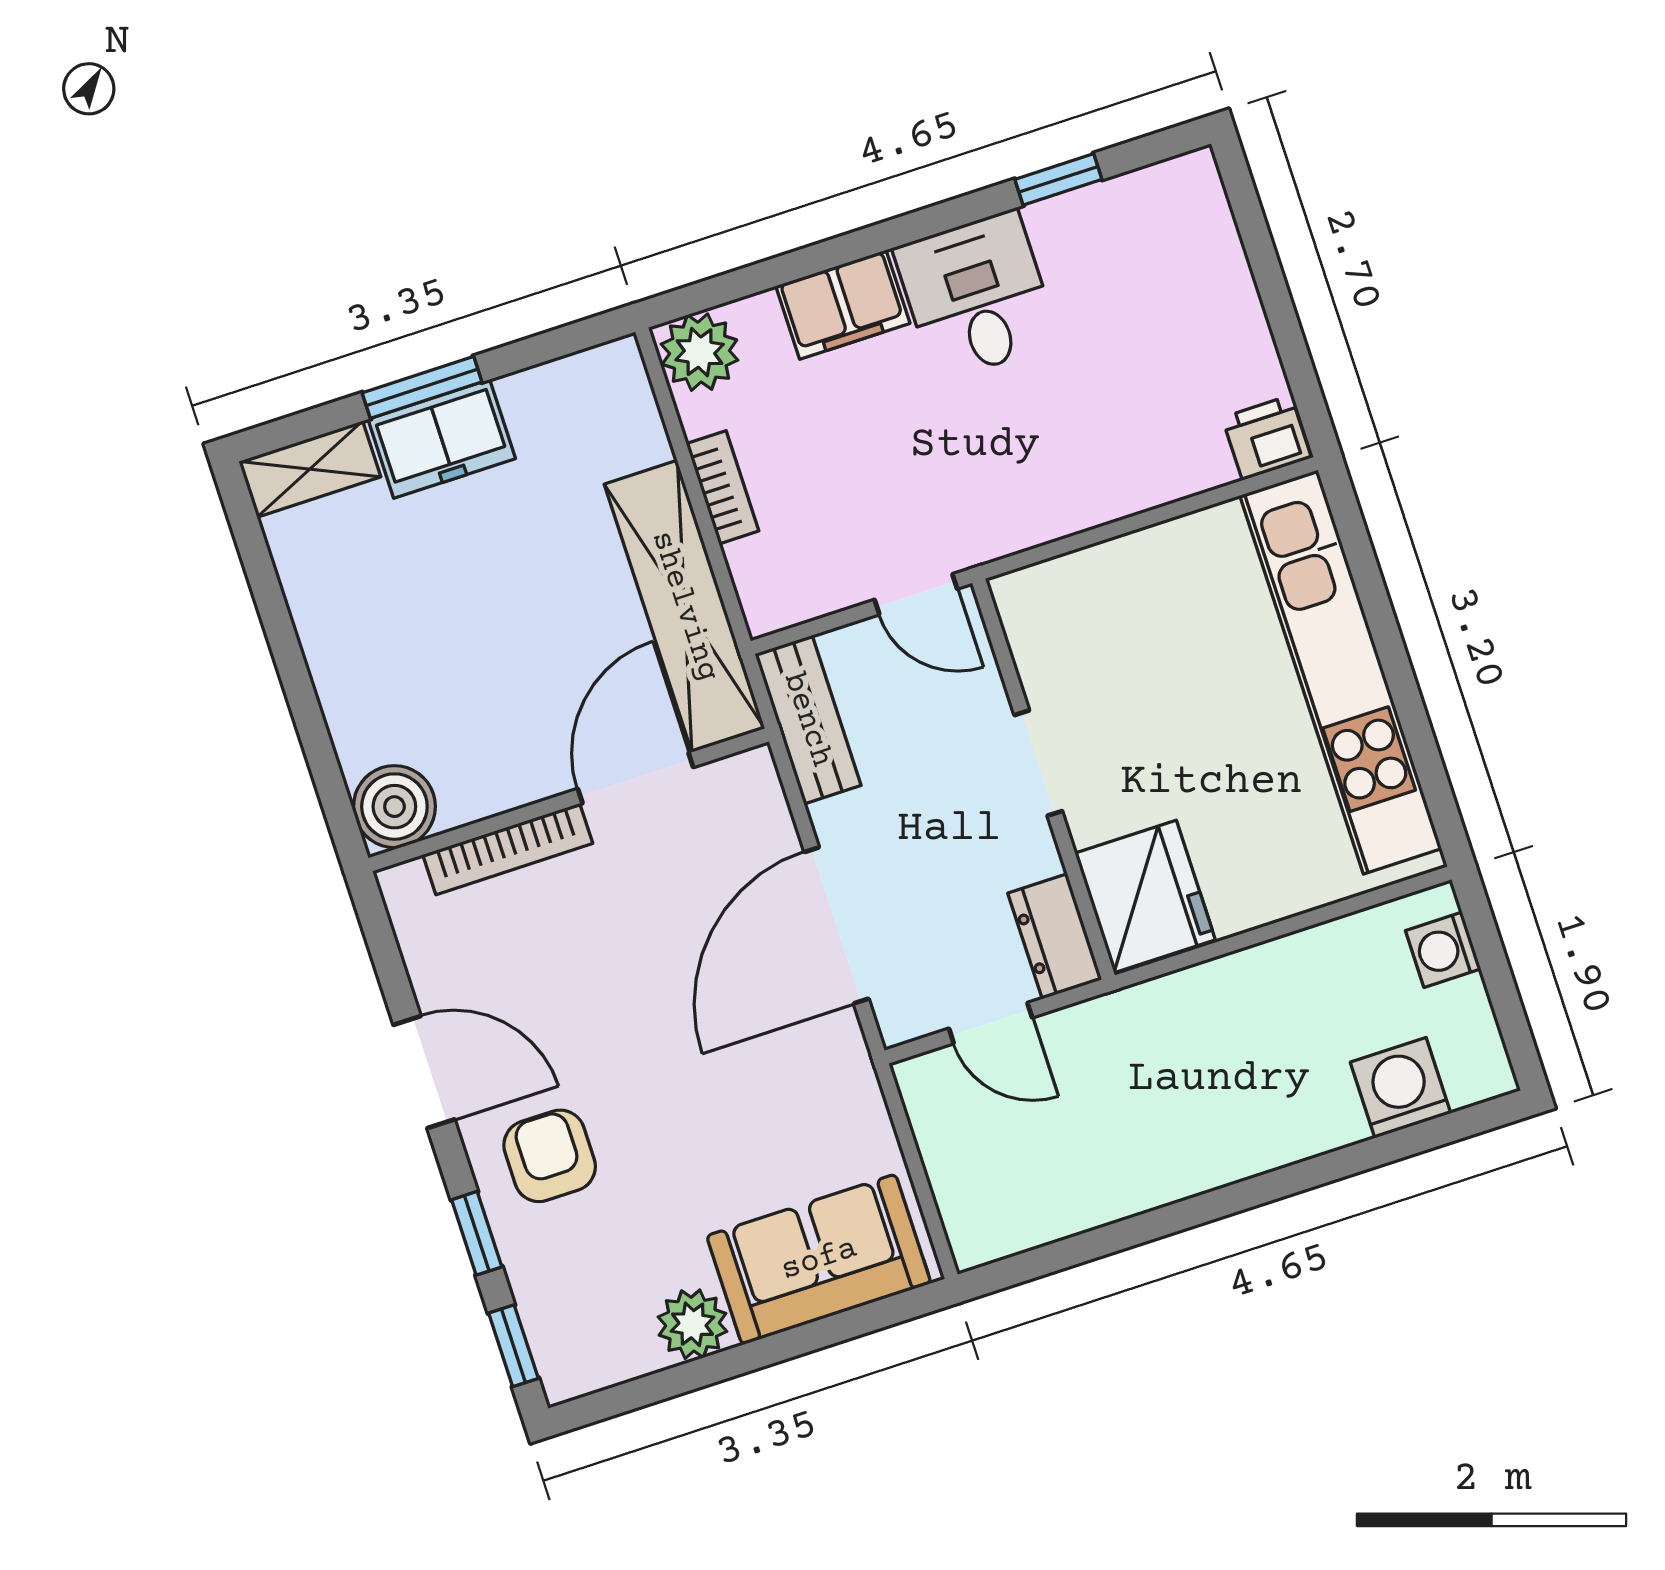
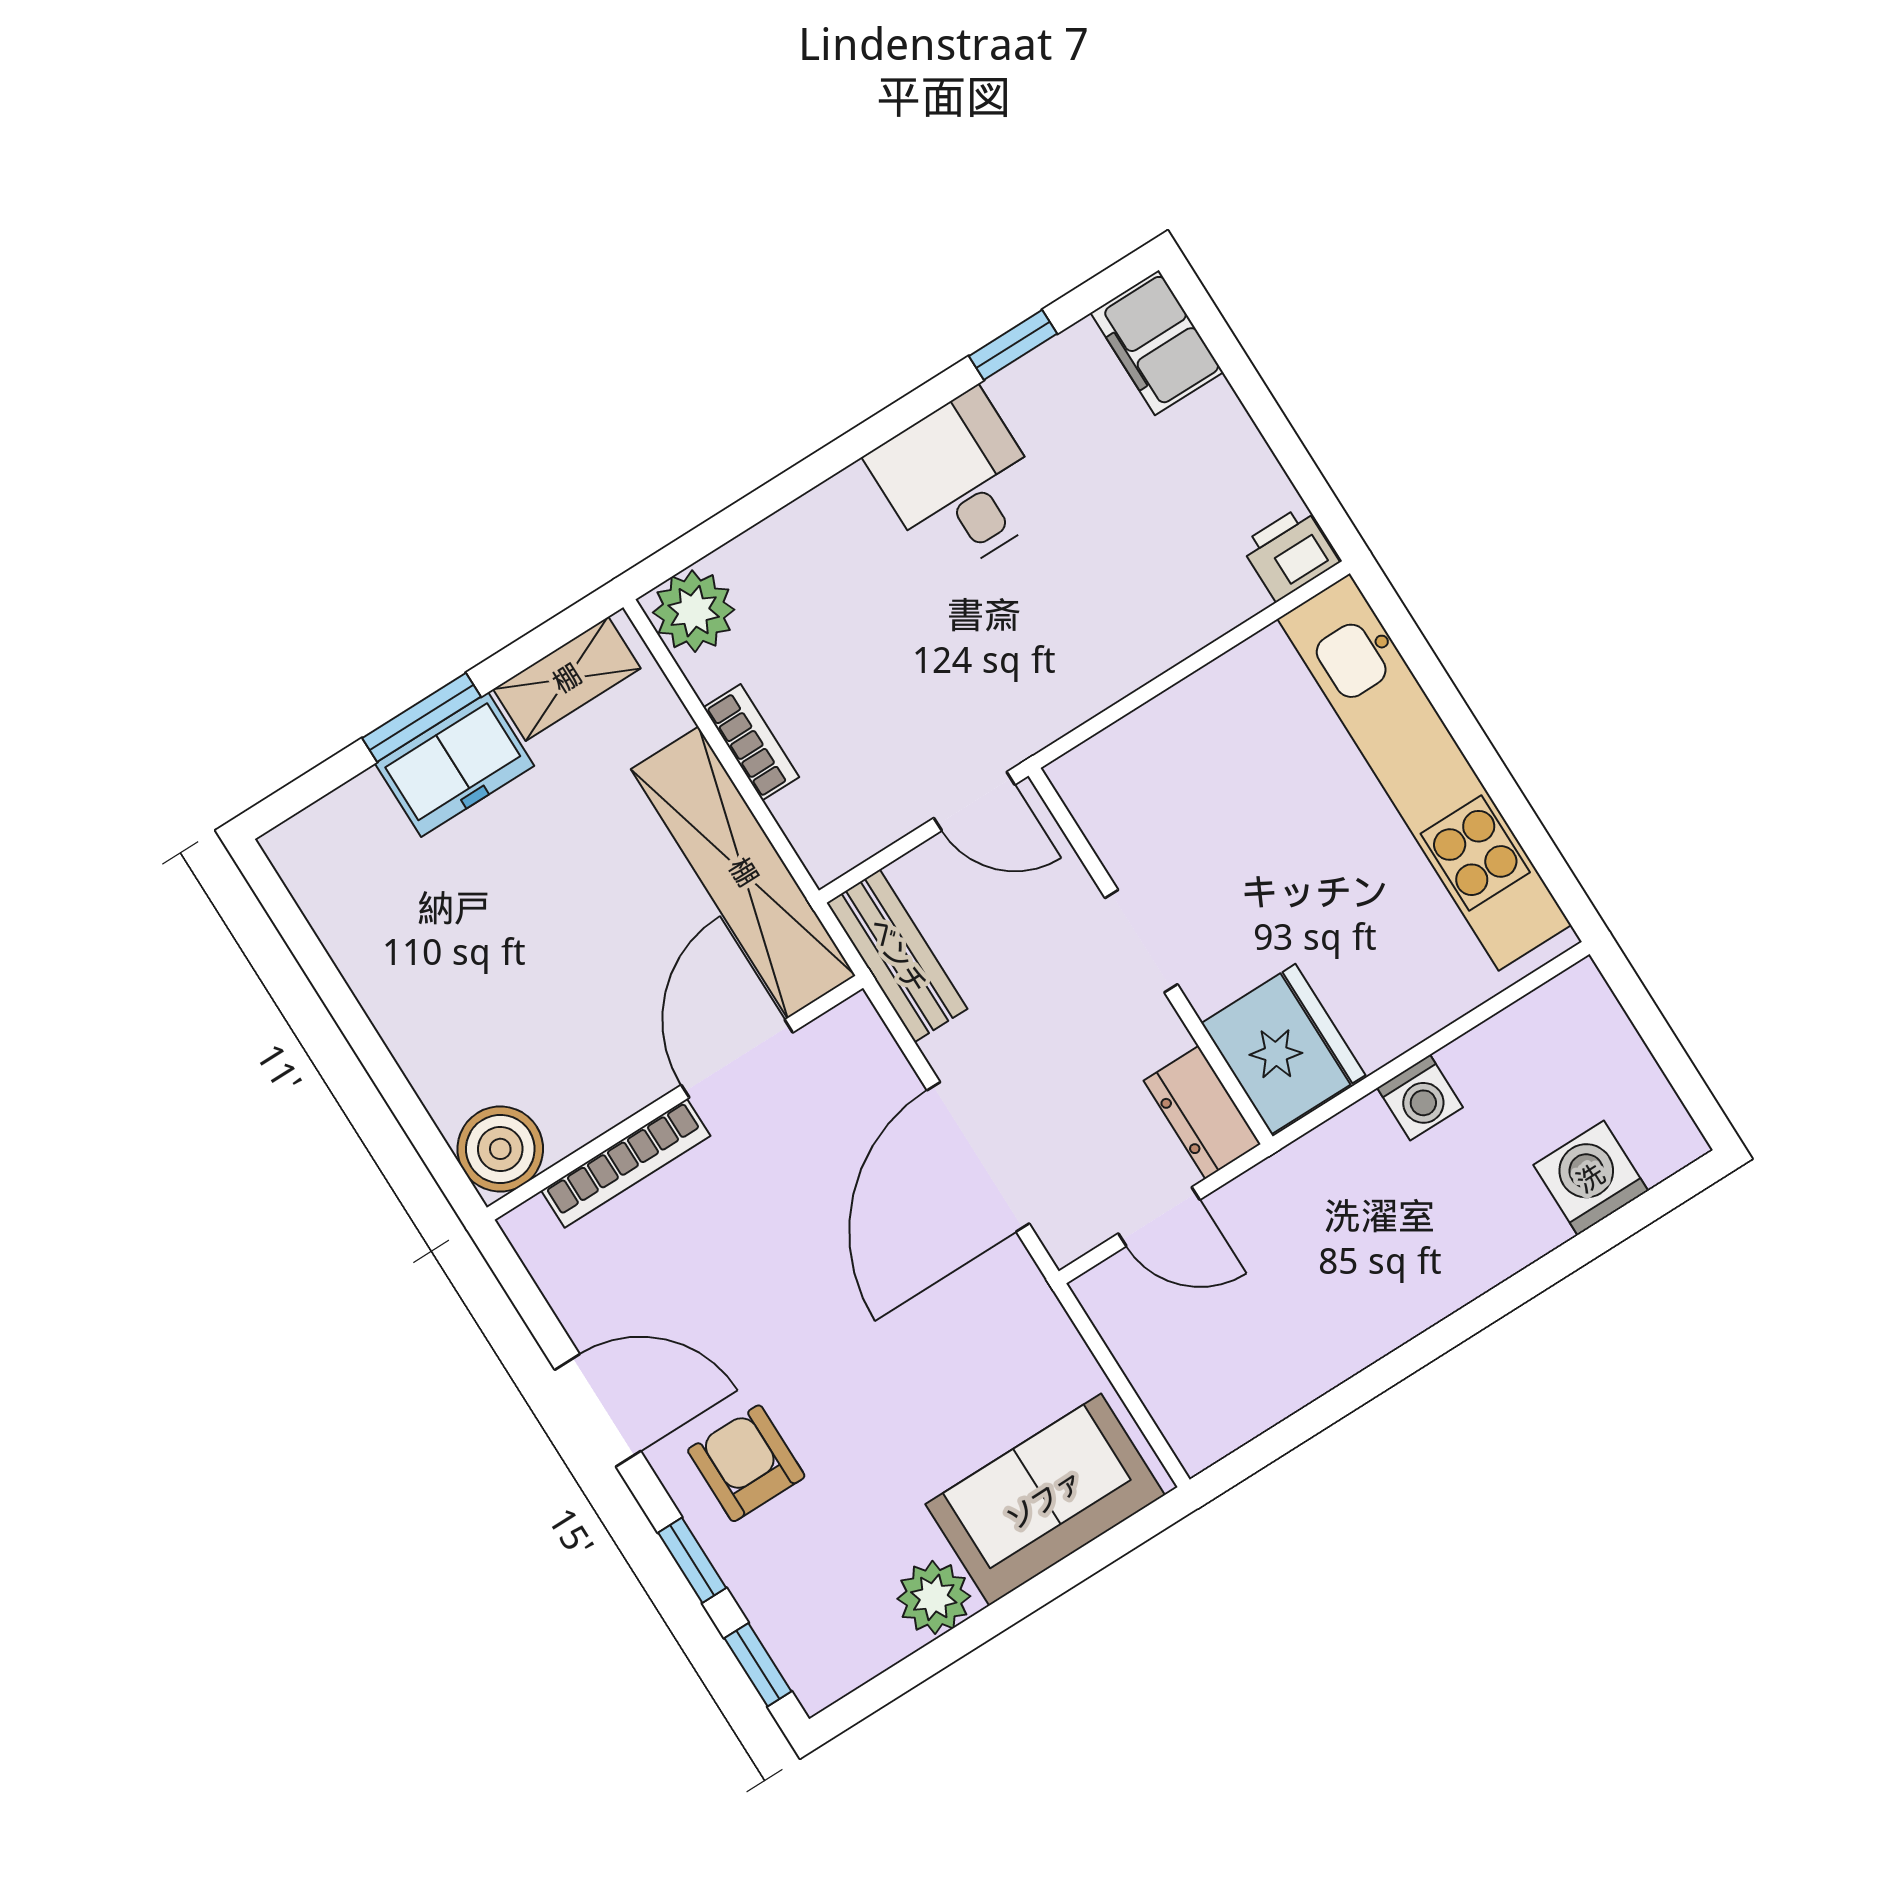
filing cabinet: (843, 305) -> (1157, 343), moved, turned 90
shelving: (310, 469) -> (567, 679), moved
washing machine: (1443, 950) -> (1420, 1098), moved, turned -90

